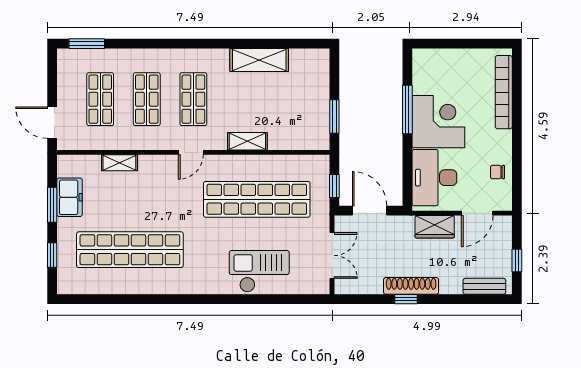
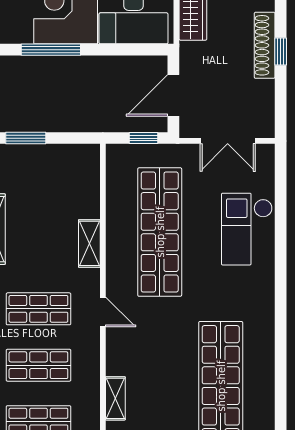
window: (334, 117) -> (26, 138), moved
double door: (332, 255) -> (228, 141), swing flipped

